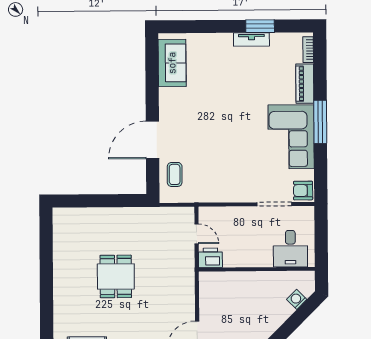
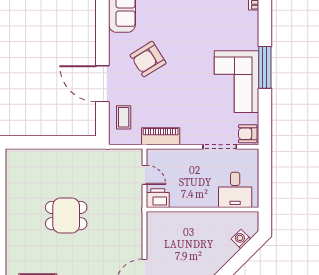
piano: (305, 84) -> (161, 136), moved, turned 90
armchair: (199, 114) -> (148, 59), added
door: (152, 140) -> (102, 84), hinge flipped
dining table: (116, 276) -> (66, 216), turned 90

